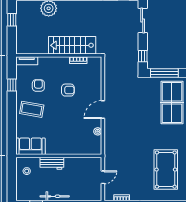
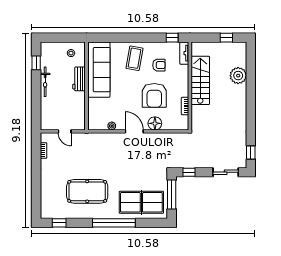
stairs: (72, 45) -> (200, 80), moved
window: (12, 85) -> (172, 38), moved
floor lamp: (95, 89) -> (155, 123), added
armchair: (68, 90) -> (154, 95), width x1.88, depth x1.88
sofa: (30, 146) -> (99, 70), width x1.85, depth x1.27
pool table: (166, 170) -> (87, 191), moved

